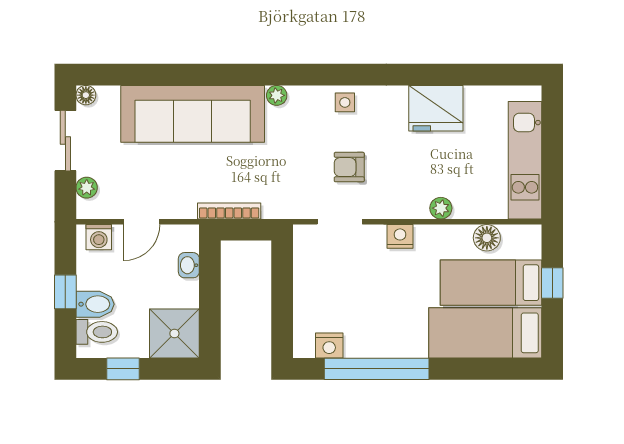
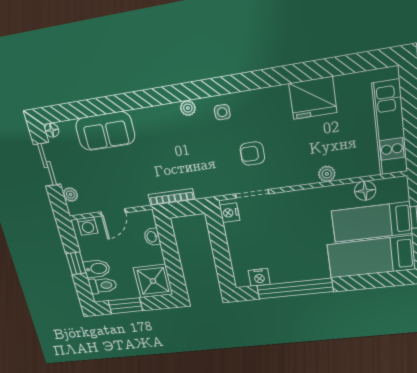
side table: (345, 102) -> (222, 112), moved
sofa: (193, 114) -> (105, 131), width x0.54, depth x0.79
nightstand: (400, 236) -> (230, 213), moved, turned -90
window: (123, 369) -> (125, 306), width x1.50

